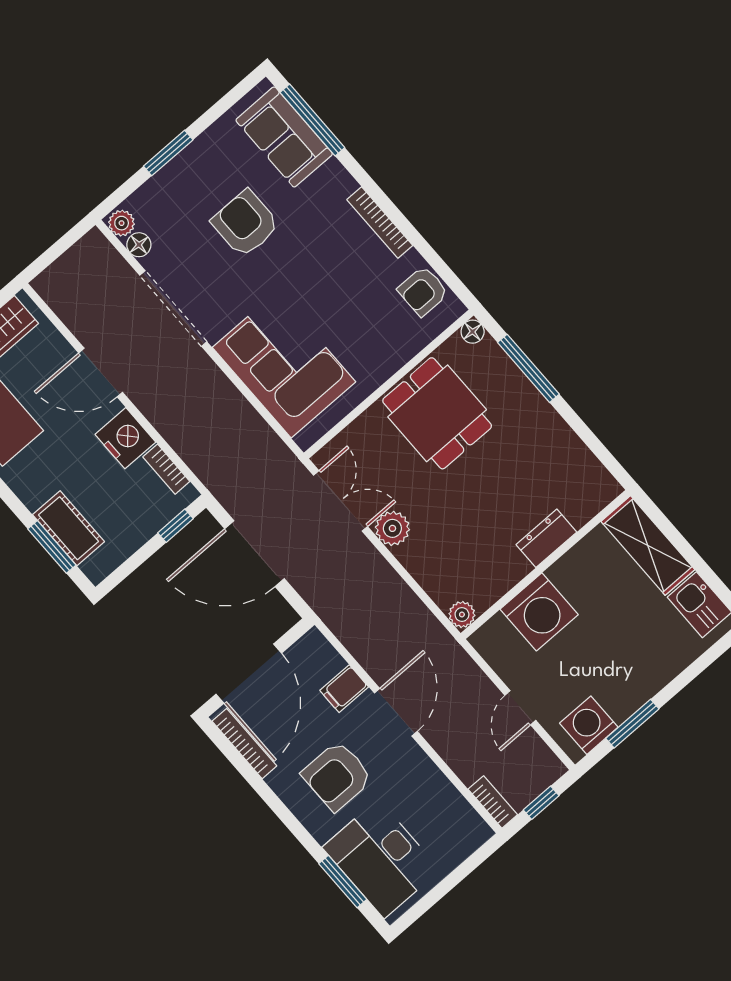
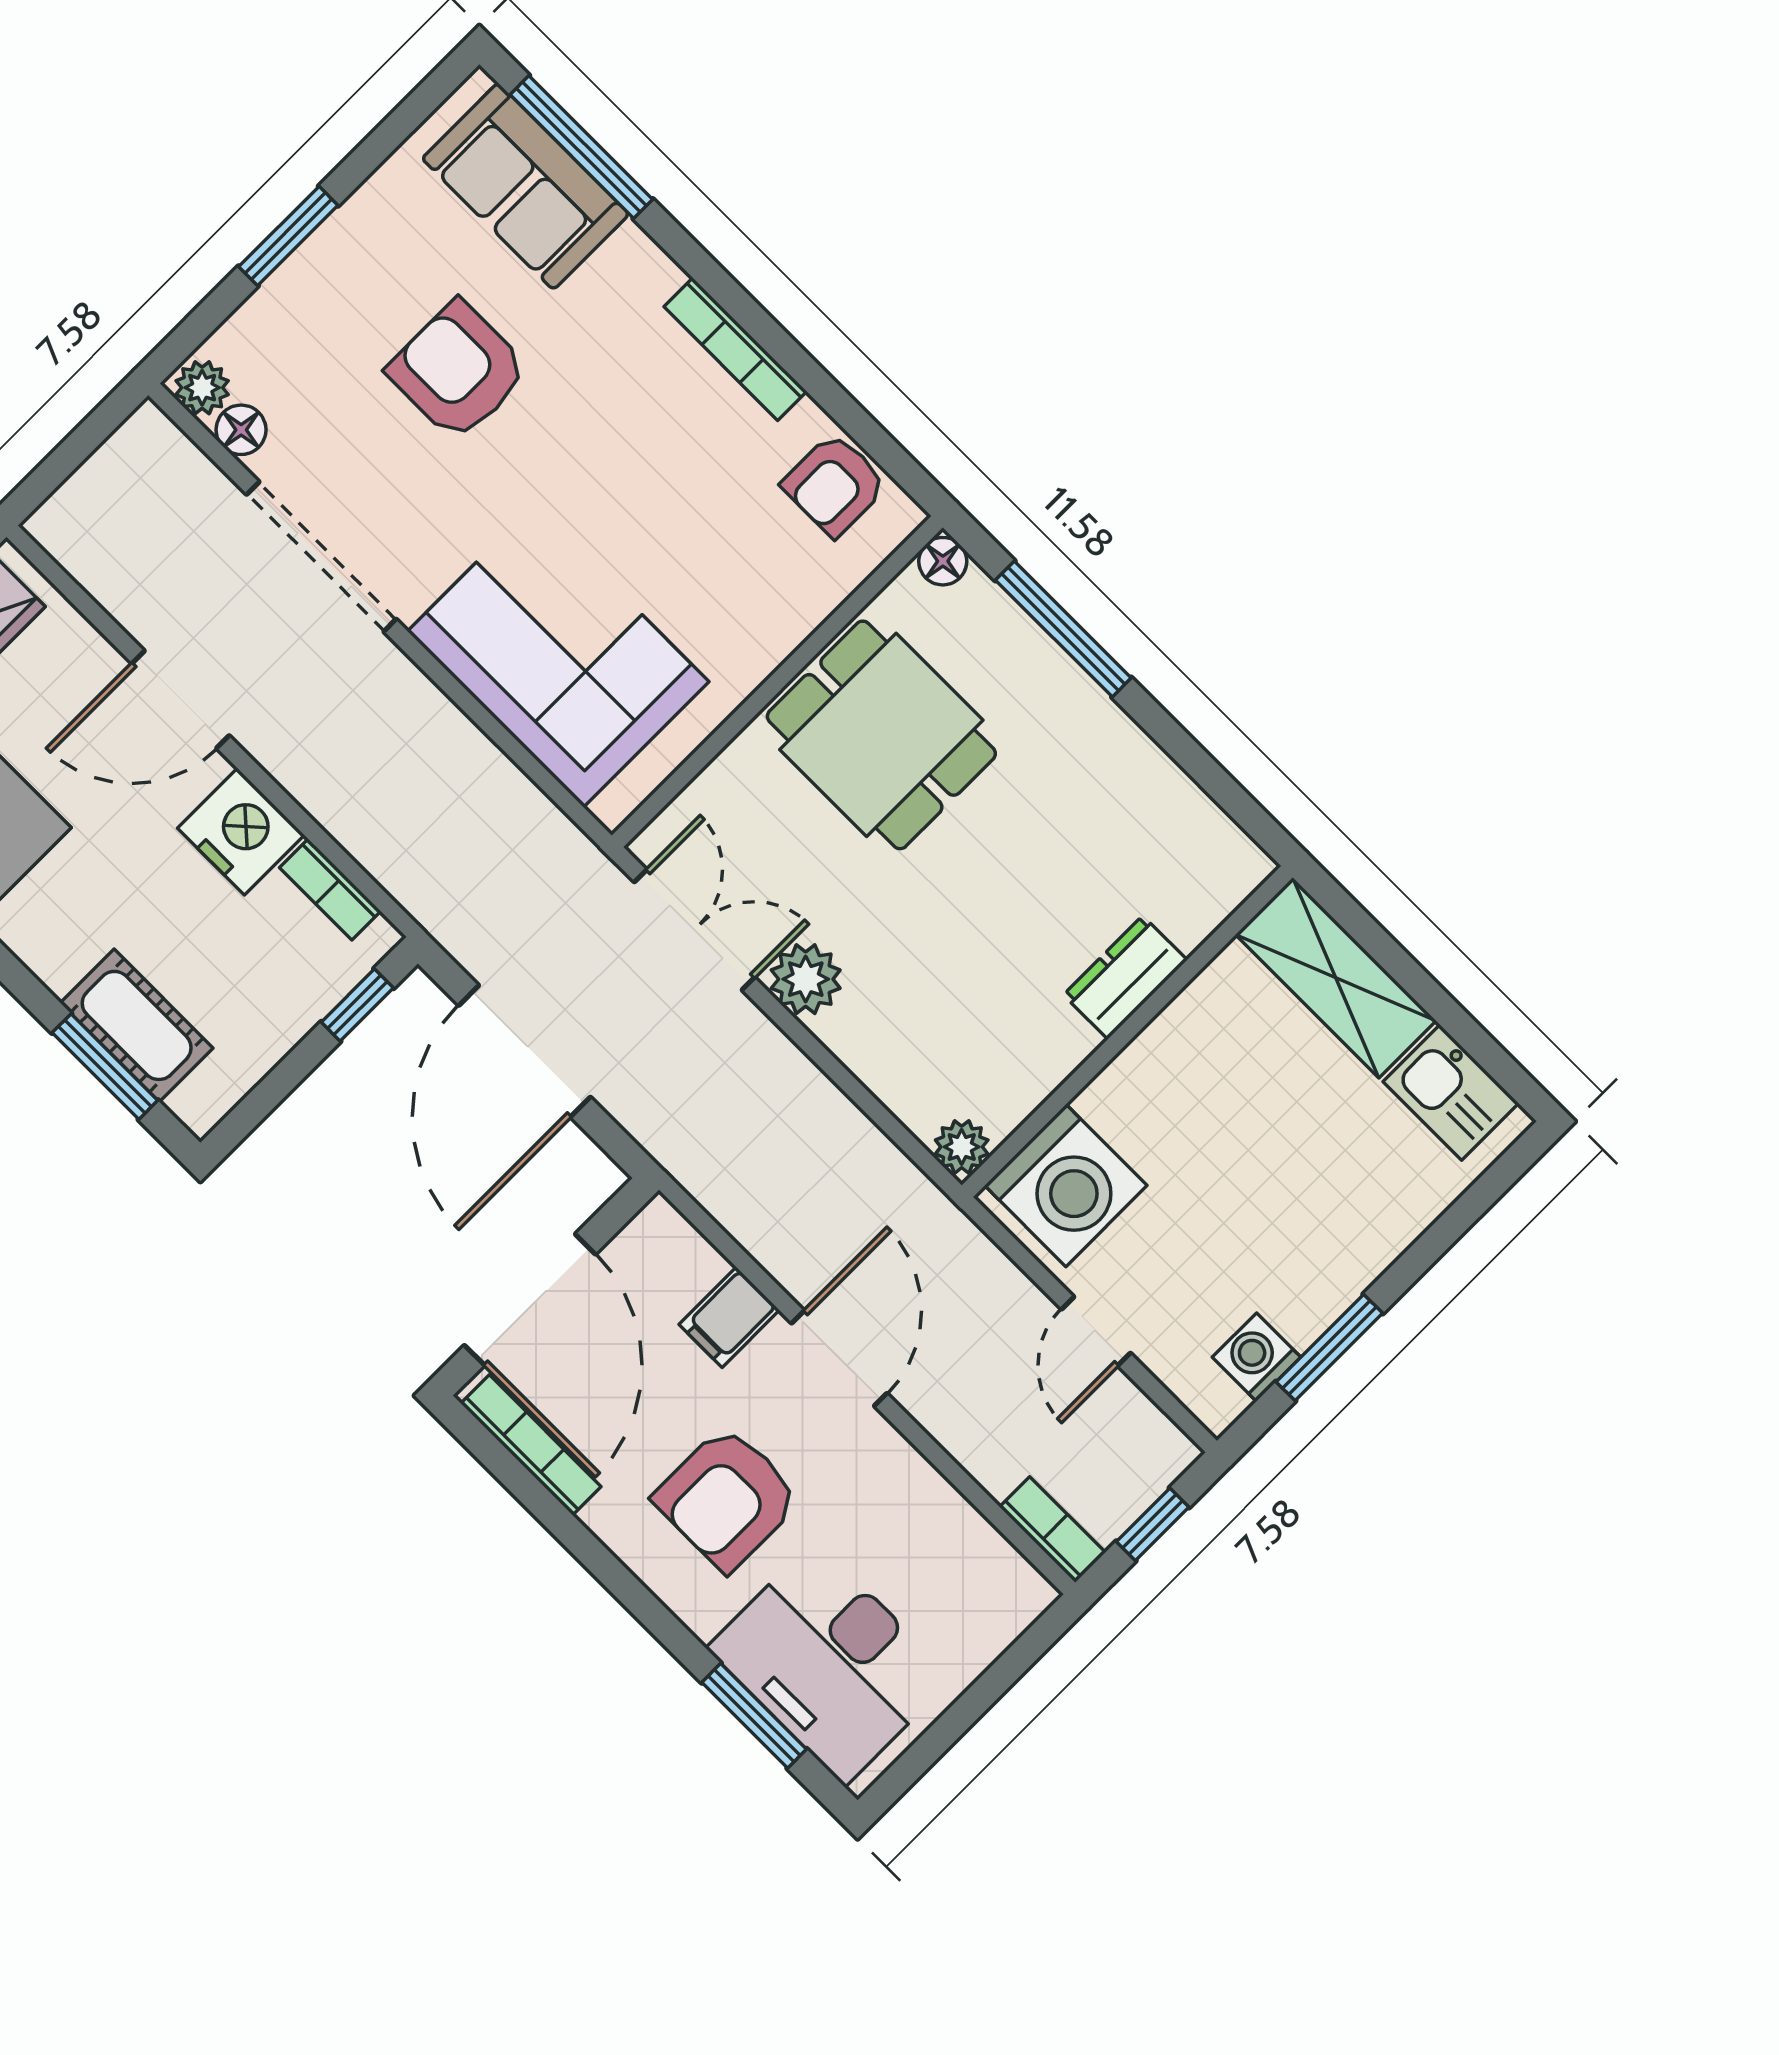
door: (255, 554) -> (525, 1051), hinge flipped
washing machine: (539, 612) -> (1066, 1185), moved
washing machine: (589, 725) -> (1257, 1357), width x0.73, depth x0.73

